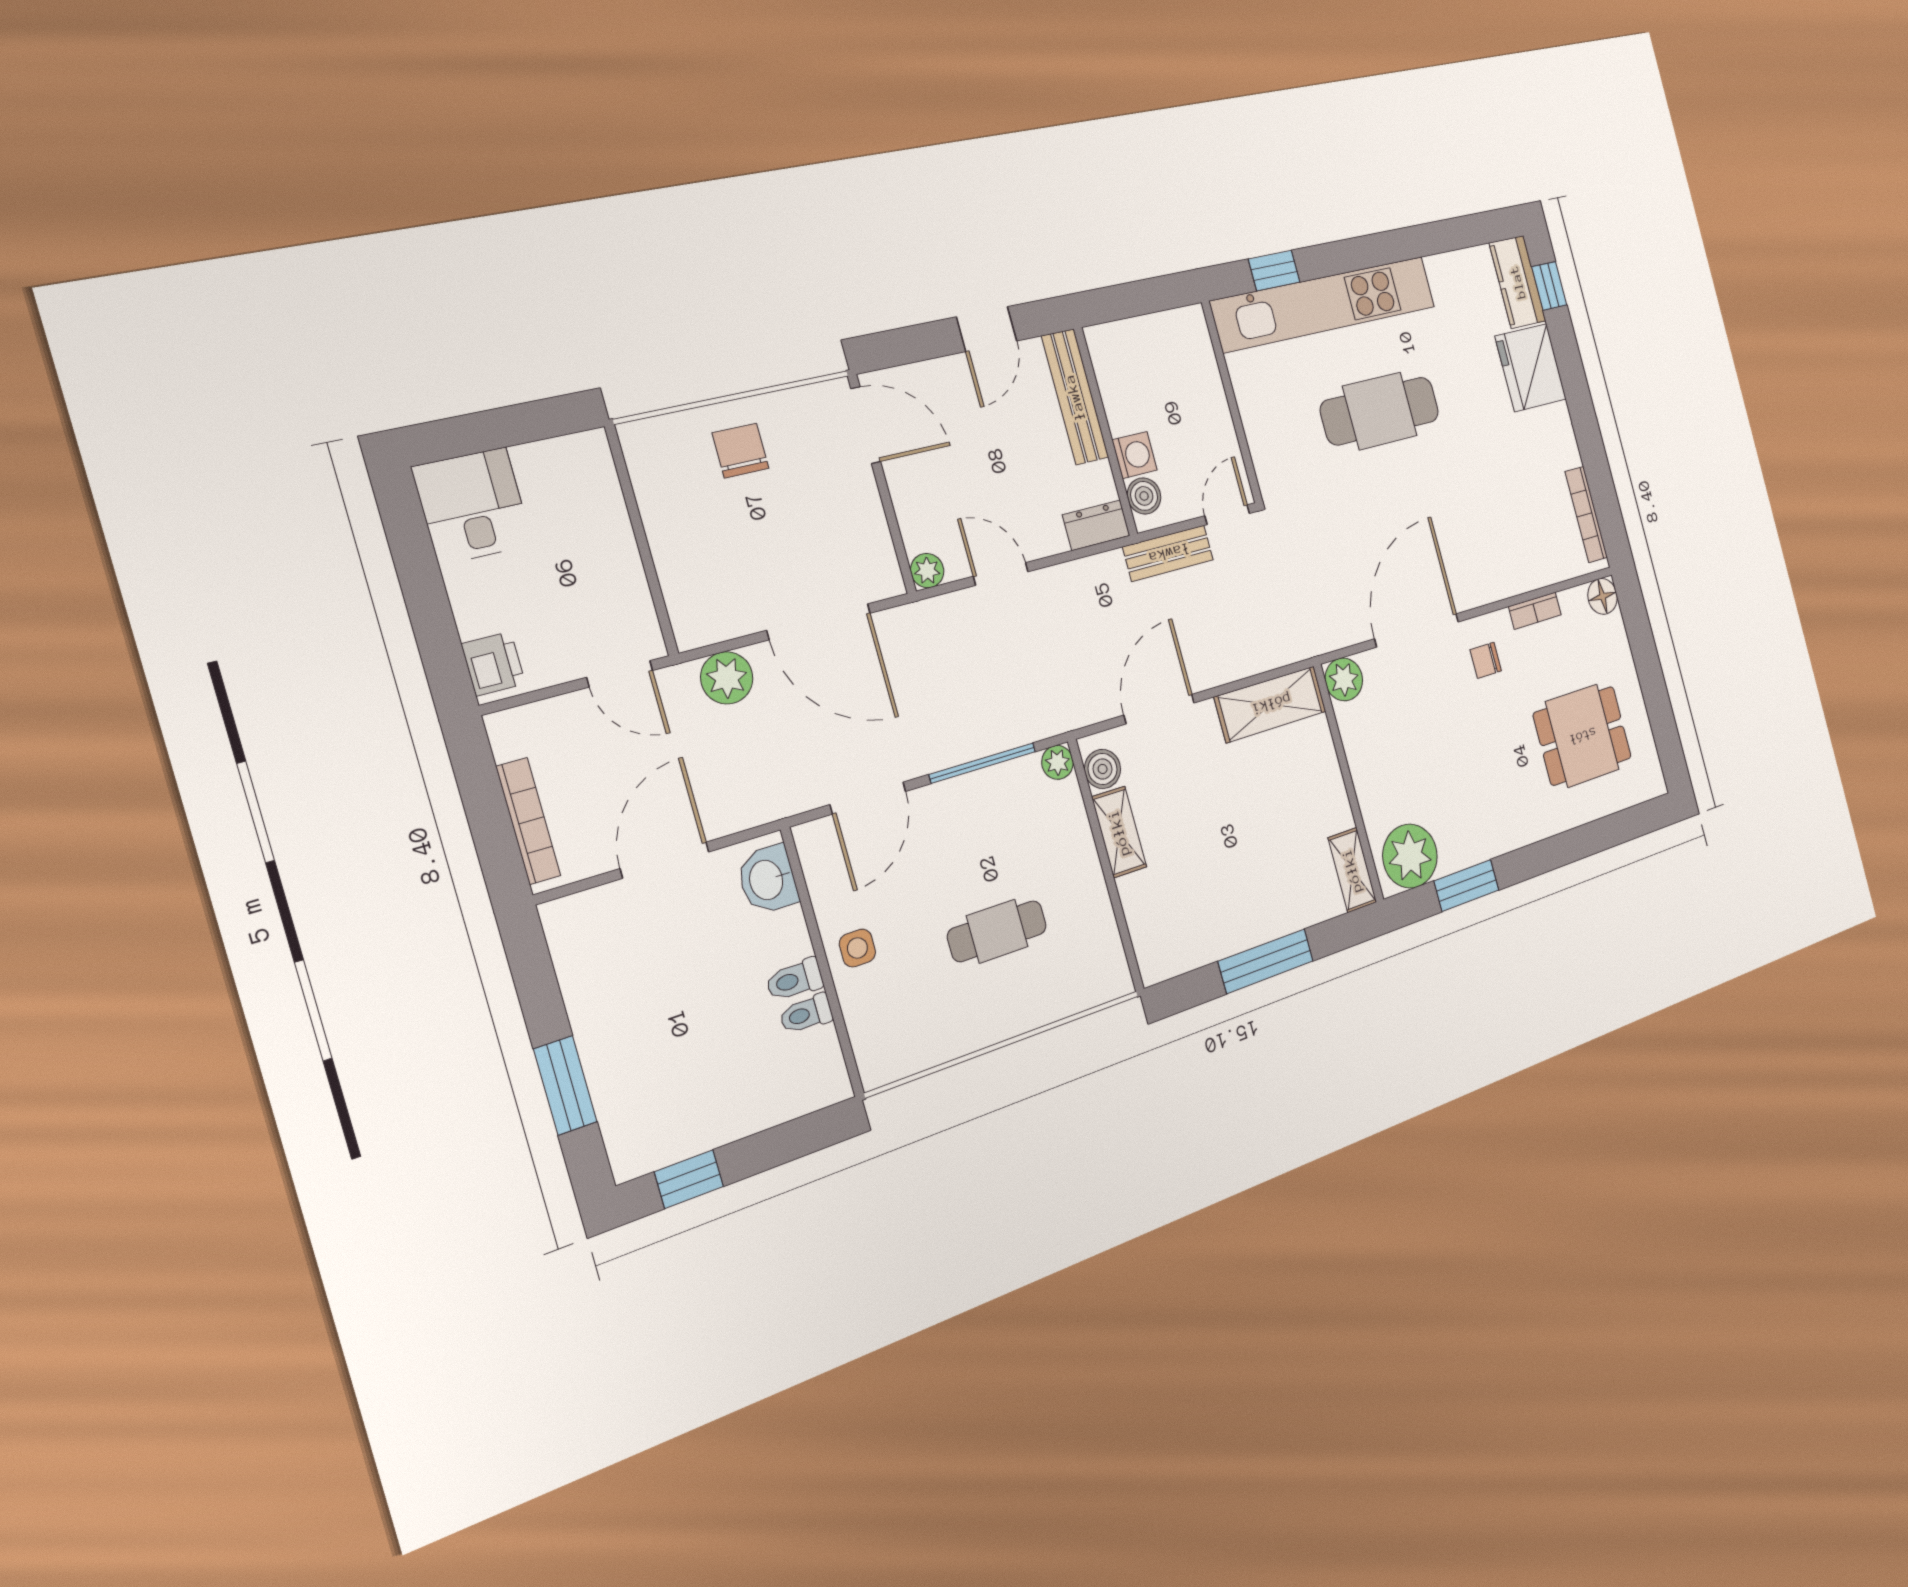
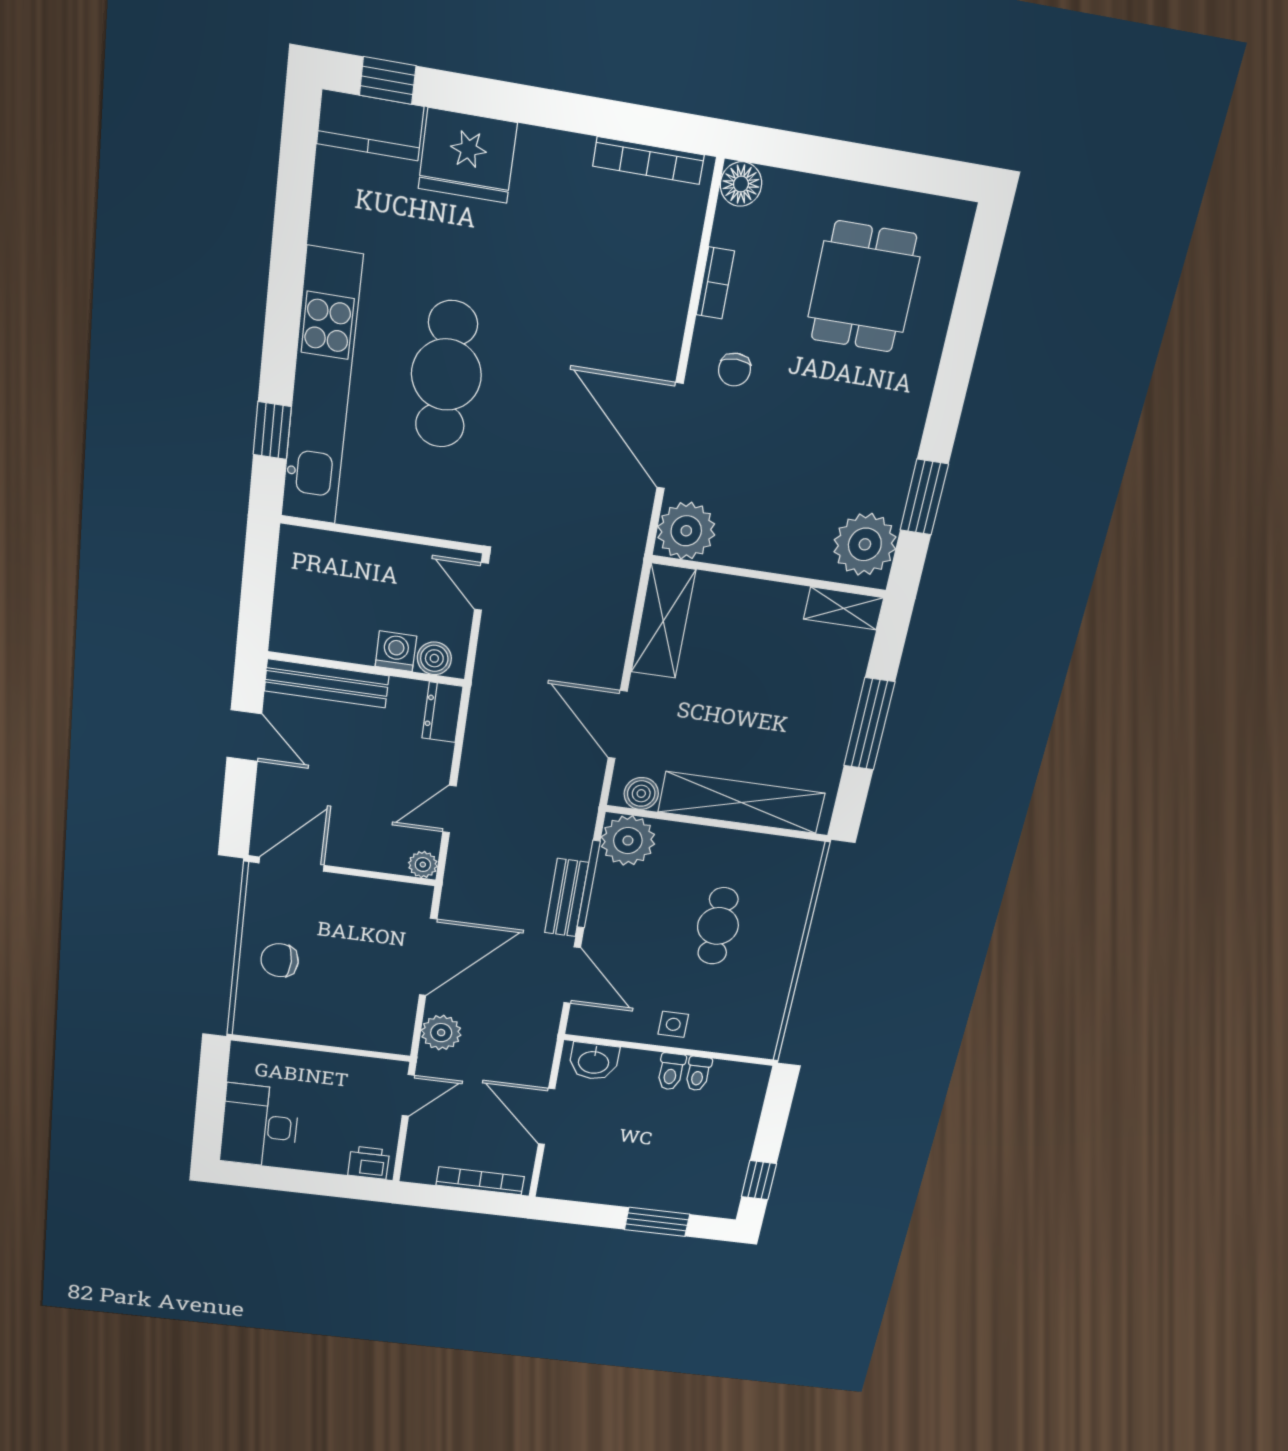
desk: (472, 506) -> (260, 1126), width x1.37
bench: (1168, 553) -> (567, 898), moved
plant: (1344, 679) -> (686, 531), width x1.36, depth x1.36
plant: (1058, 762) -> (628, 841), width x1.87, depth x1.87
shelving: (1119, 832) -> (741, 803), width x2.20, depth x1.33

